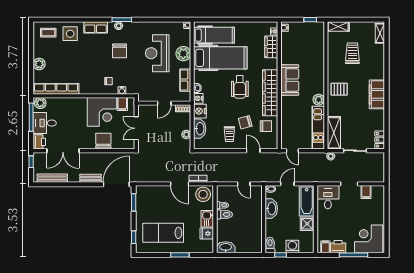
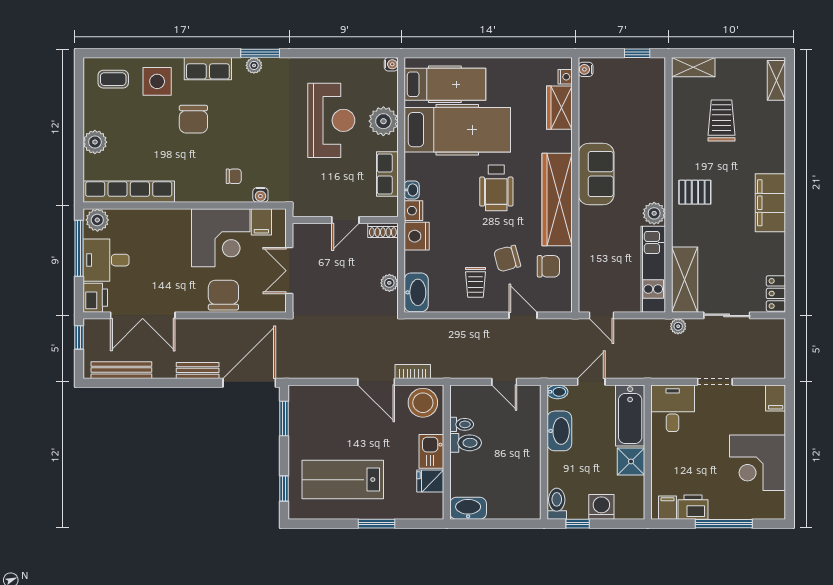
chair: (119, 51) -> (193, 119), moved
reception desk: (157, 53) -> (331, 120), turned 180
washbasin: (200, 129) -> (416, 292), moved
filing cabinet: (366, 192) -> (776, 398), moved
corner desk: (369, 239) -> (758, 463), moved, turned -90

